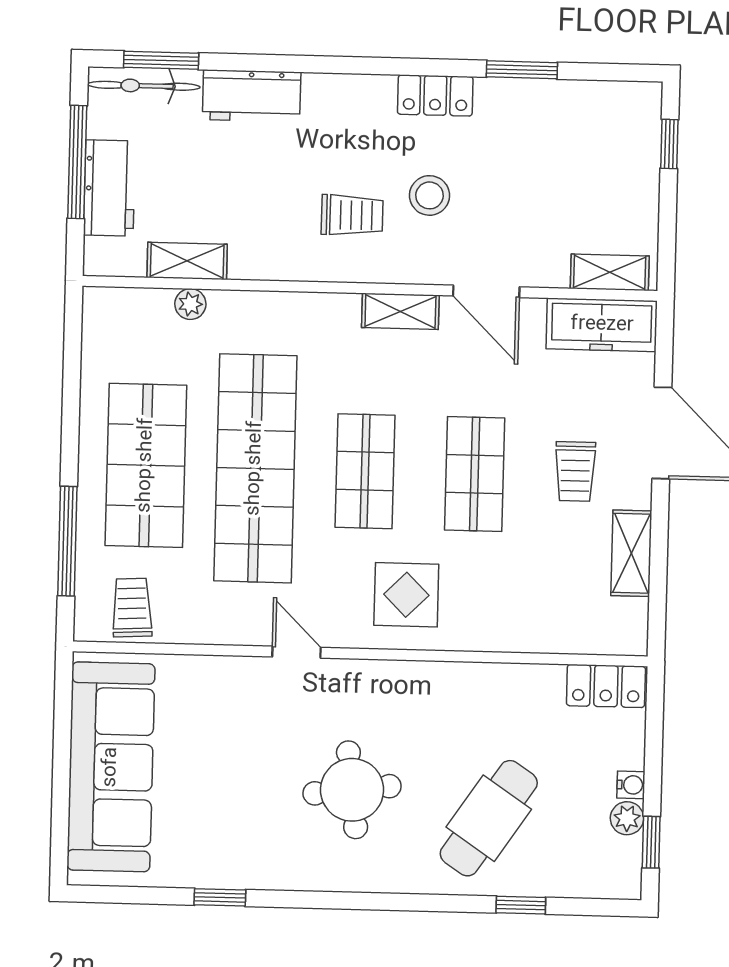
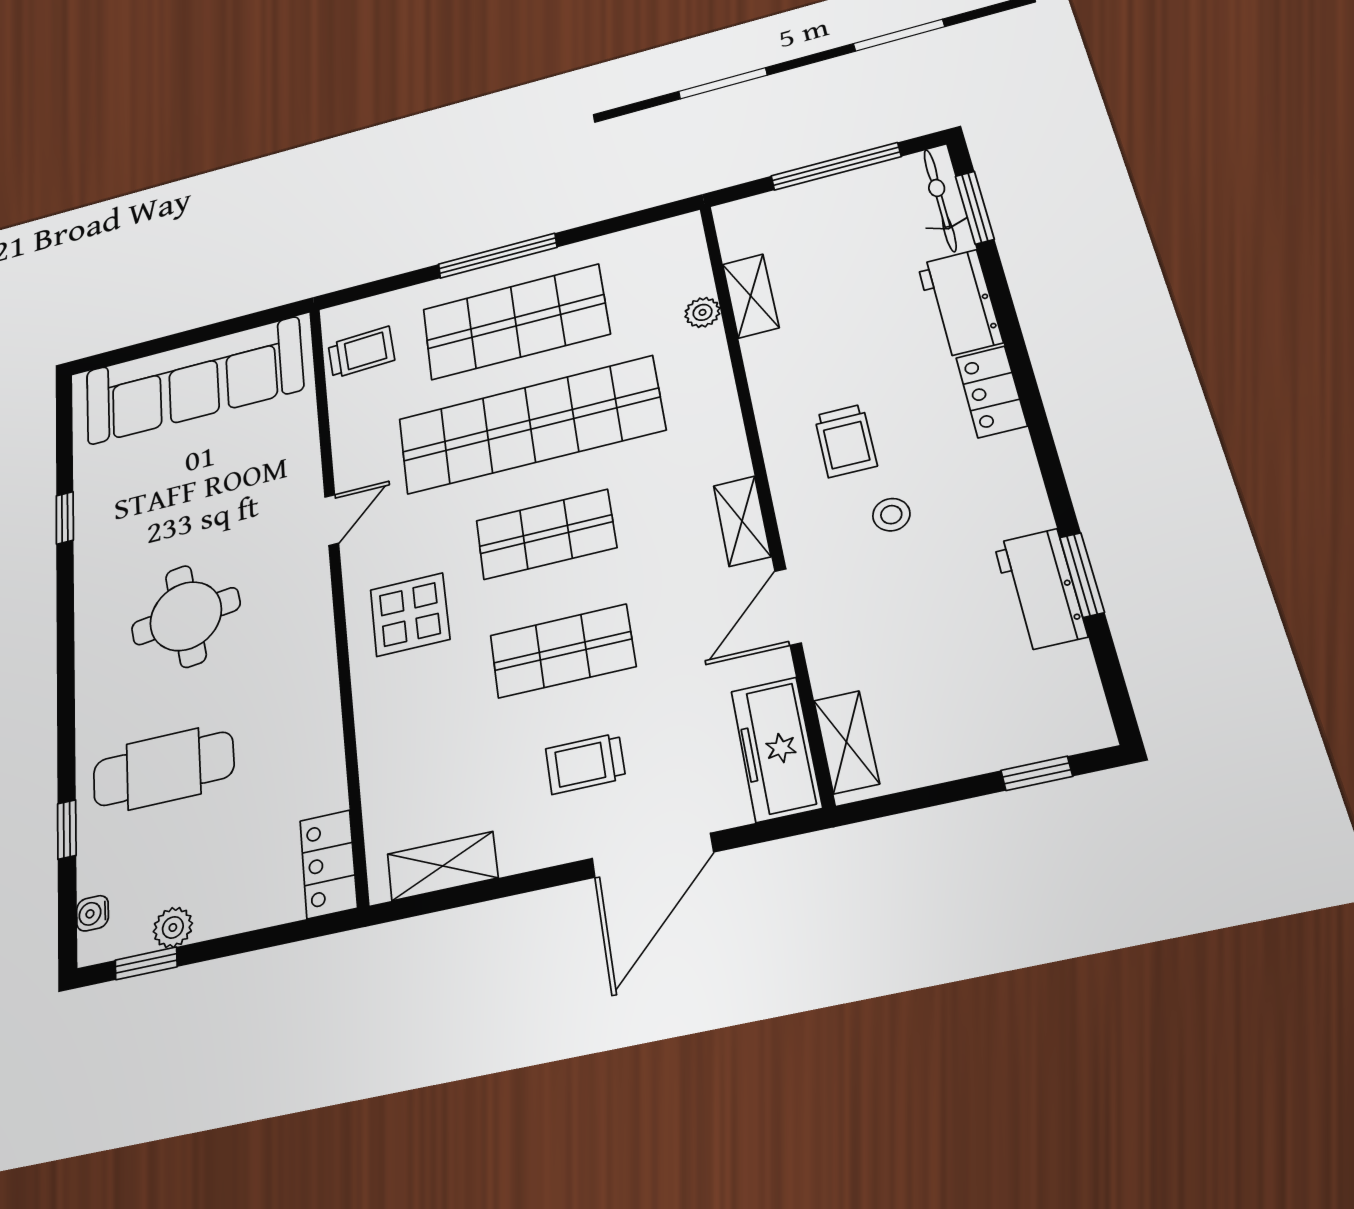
locker: (435, 95) -> (991, 392), moved
workbench: (109, 188) -> (1040, 589), moved, turned 90
stool: (429, 195) -> (891, 515), width x0.73, depth x0.73
window: (67, 541) -> (497, 256), moved
shelving: (631, 553) -> (442, 866), moved
water cooler: (631, 785) -> (93, 913), moved, turned 90
cafe table: (489, 818) -> (163, 769), turned -34

